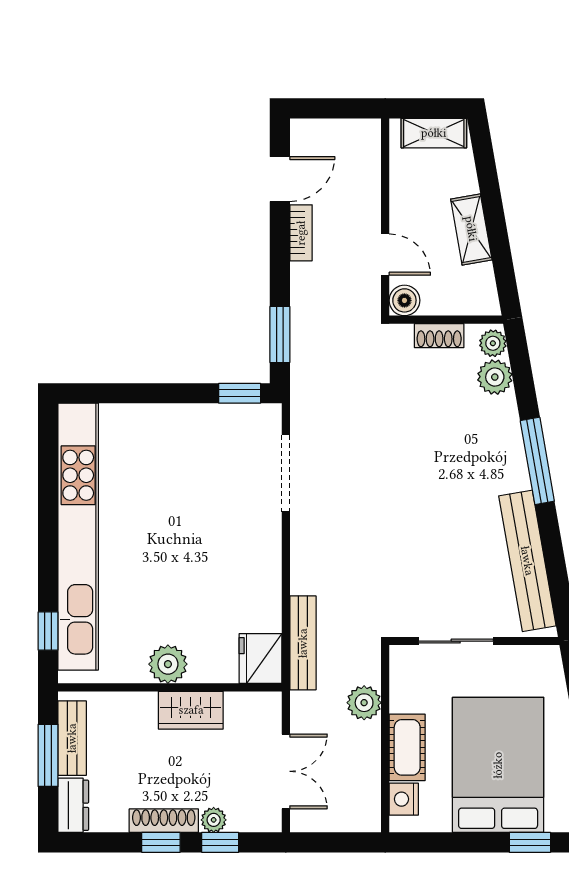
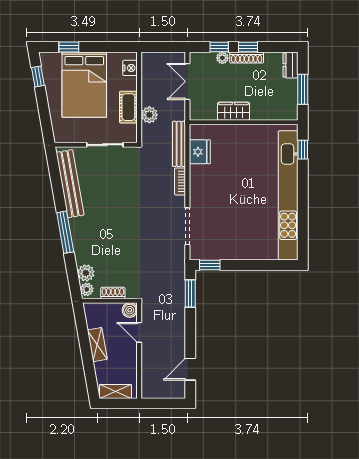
bookcase: (301, 233) -> (180, 182), moved
fridge: (260, 659) -> (200, 152), moved
plant: (168, 664) -> (245, 134), removed
bench: (72, 738) -> (291, 98), removed
cot: (407, 747) -> (128, 107), moved

